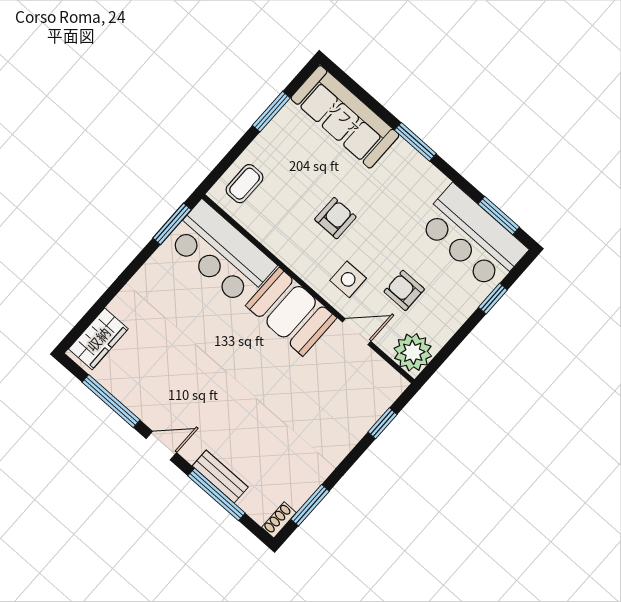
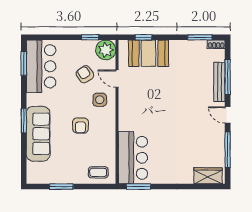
sofa: (345, 117) -> (38, 134), moved
armchair: (335, 218) -> (80, 125), turned -90
armchair: (404, 290) -> (85, 74), turned 146
window: (493, 299) -> (90, 37), moved
booth: (291, 312) -> (148, 53), moved, turned 90
bench: (220, 476) -> (219, 82), width x1.36

